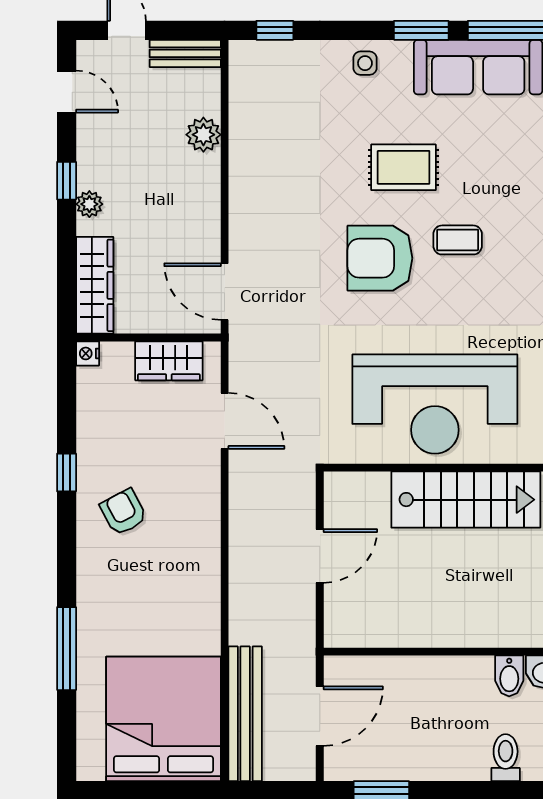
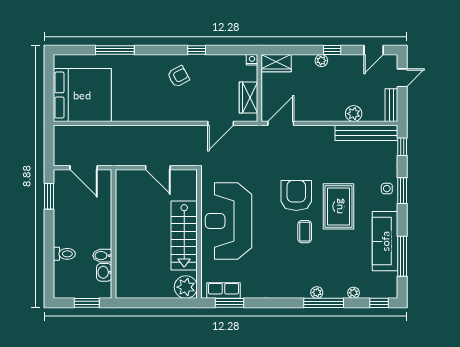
window: (421, 30) -> (402, 191), moved
rug: (404, 167) -> (338, 206), width x1.36, depth x1.43
wardrobe: (95, 285) -> (276, 63), width x0.67
bench: (245, 714) -> (366, 133), moved

